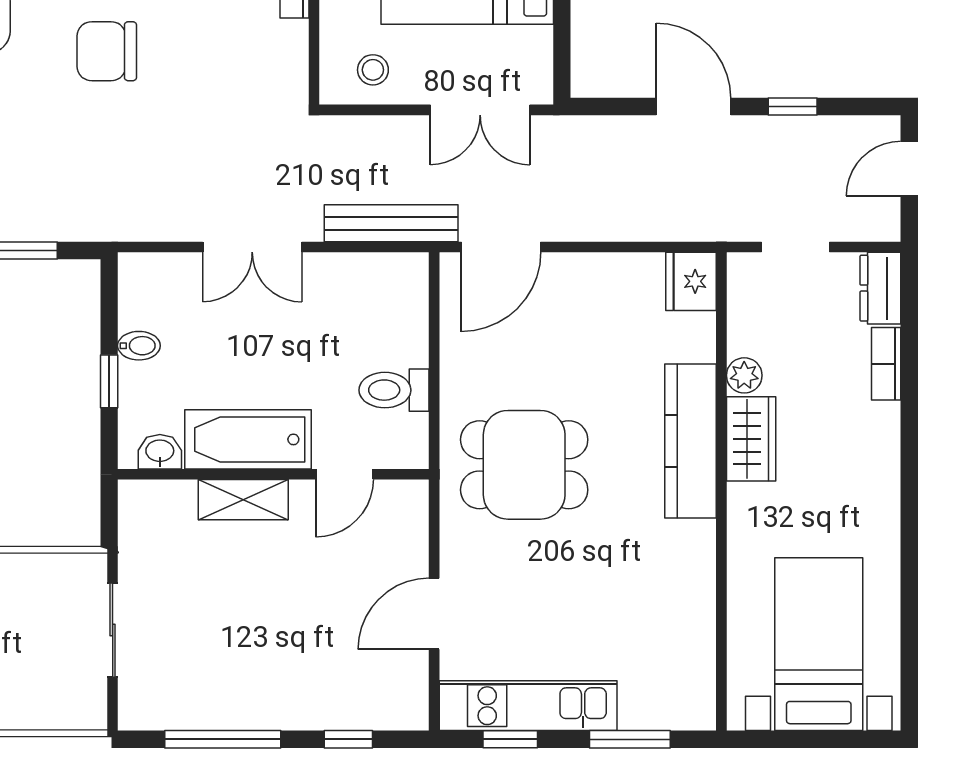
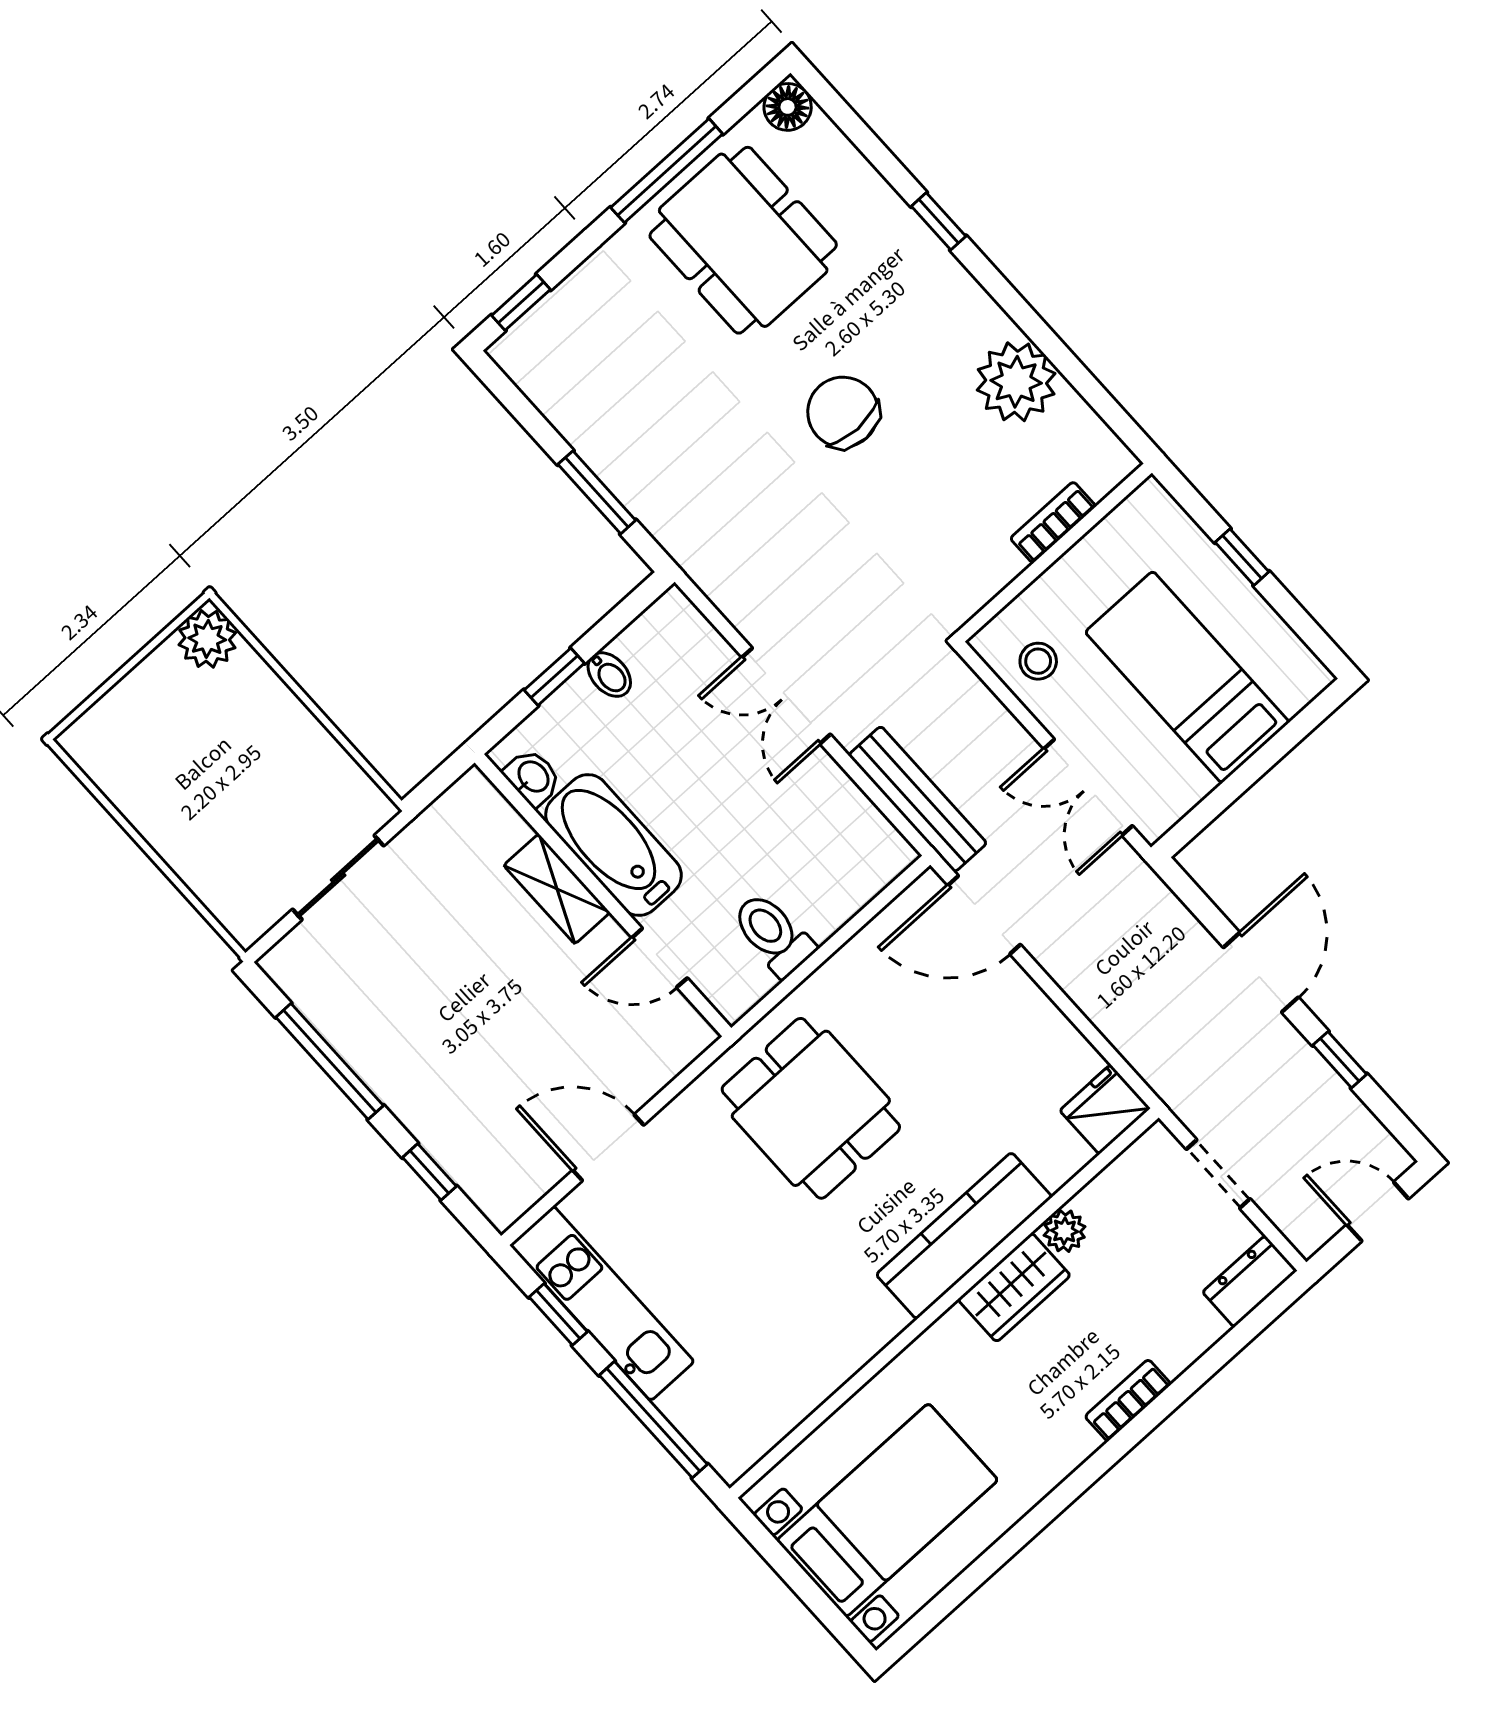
bookcase: (886, 364) -> (1128, 1400), moved
window: (630, 739) -> (653, 1420), width x1.44

